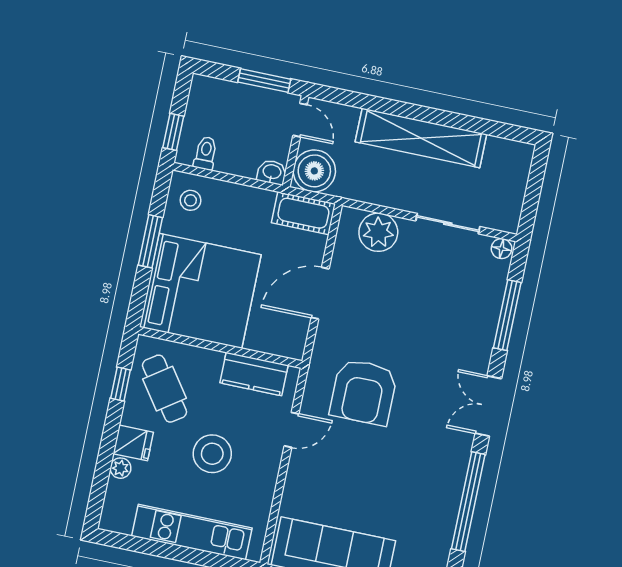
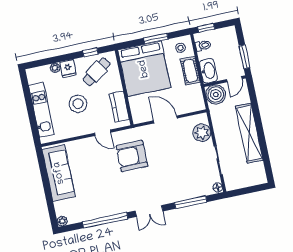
washbasin: (272, 172) -> (208, 71), width x1.91, depth x1.45
cot: (303, 213) -> (190, 71), moved
double door: (488, 406) -> (149, 211), swing flipped

